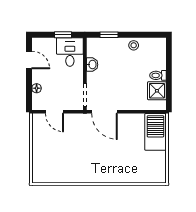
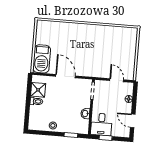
door: (104, 112) -> (65, 76), moved

